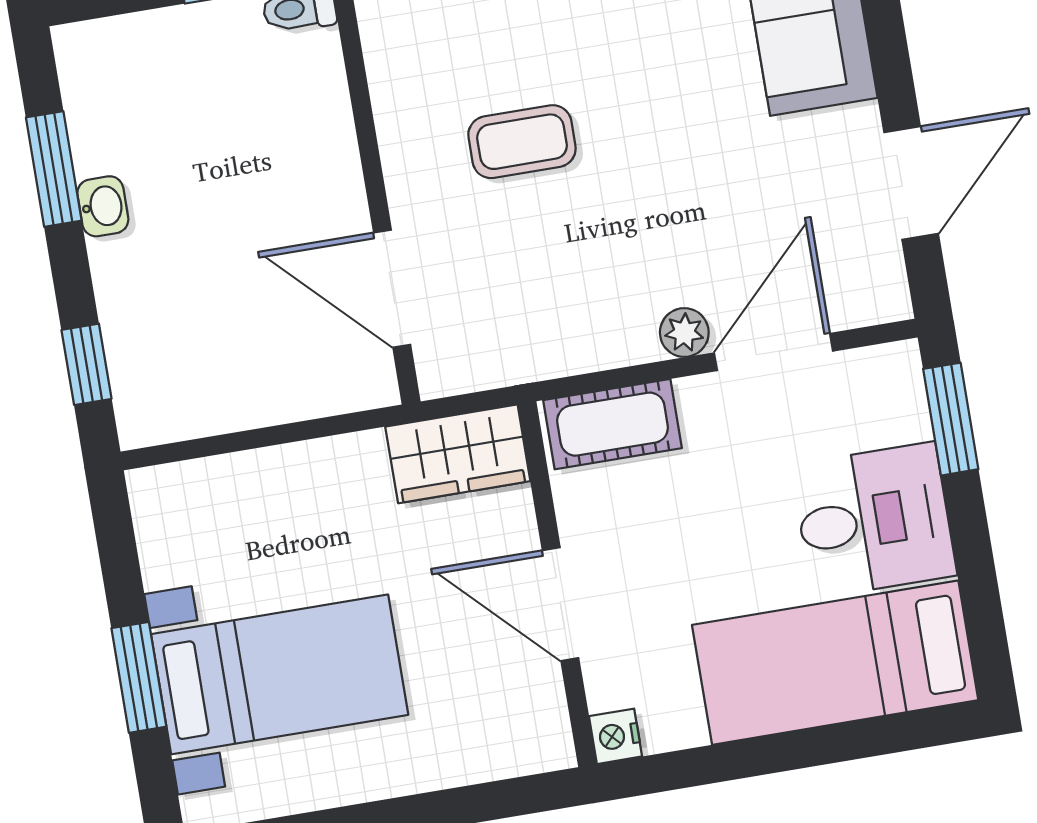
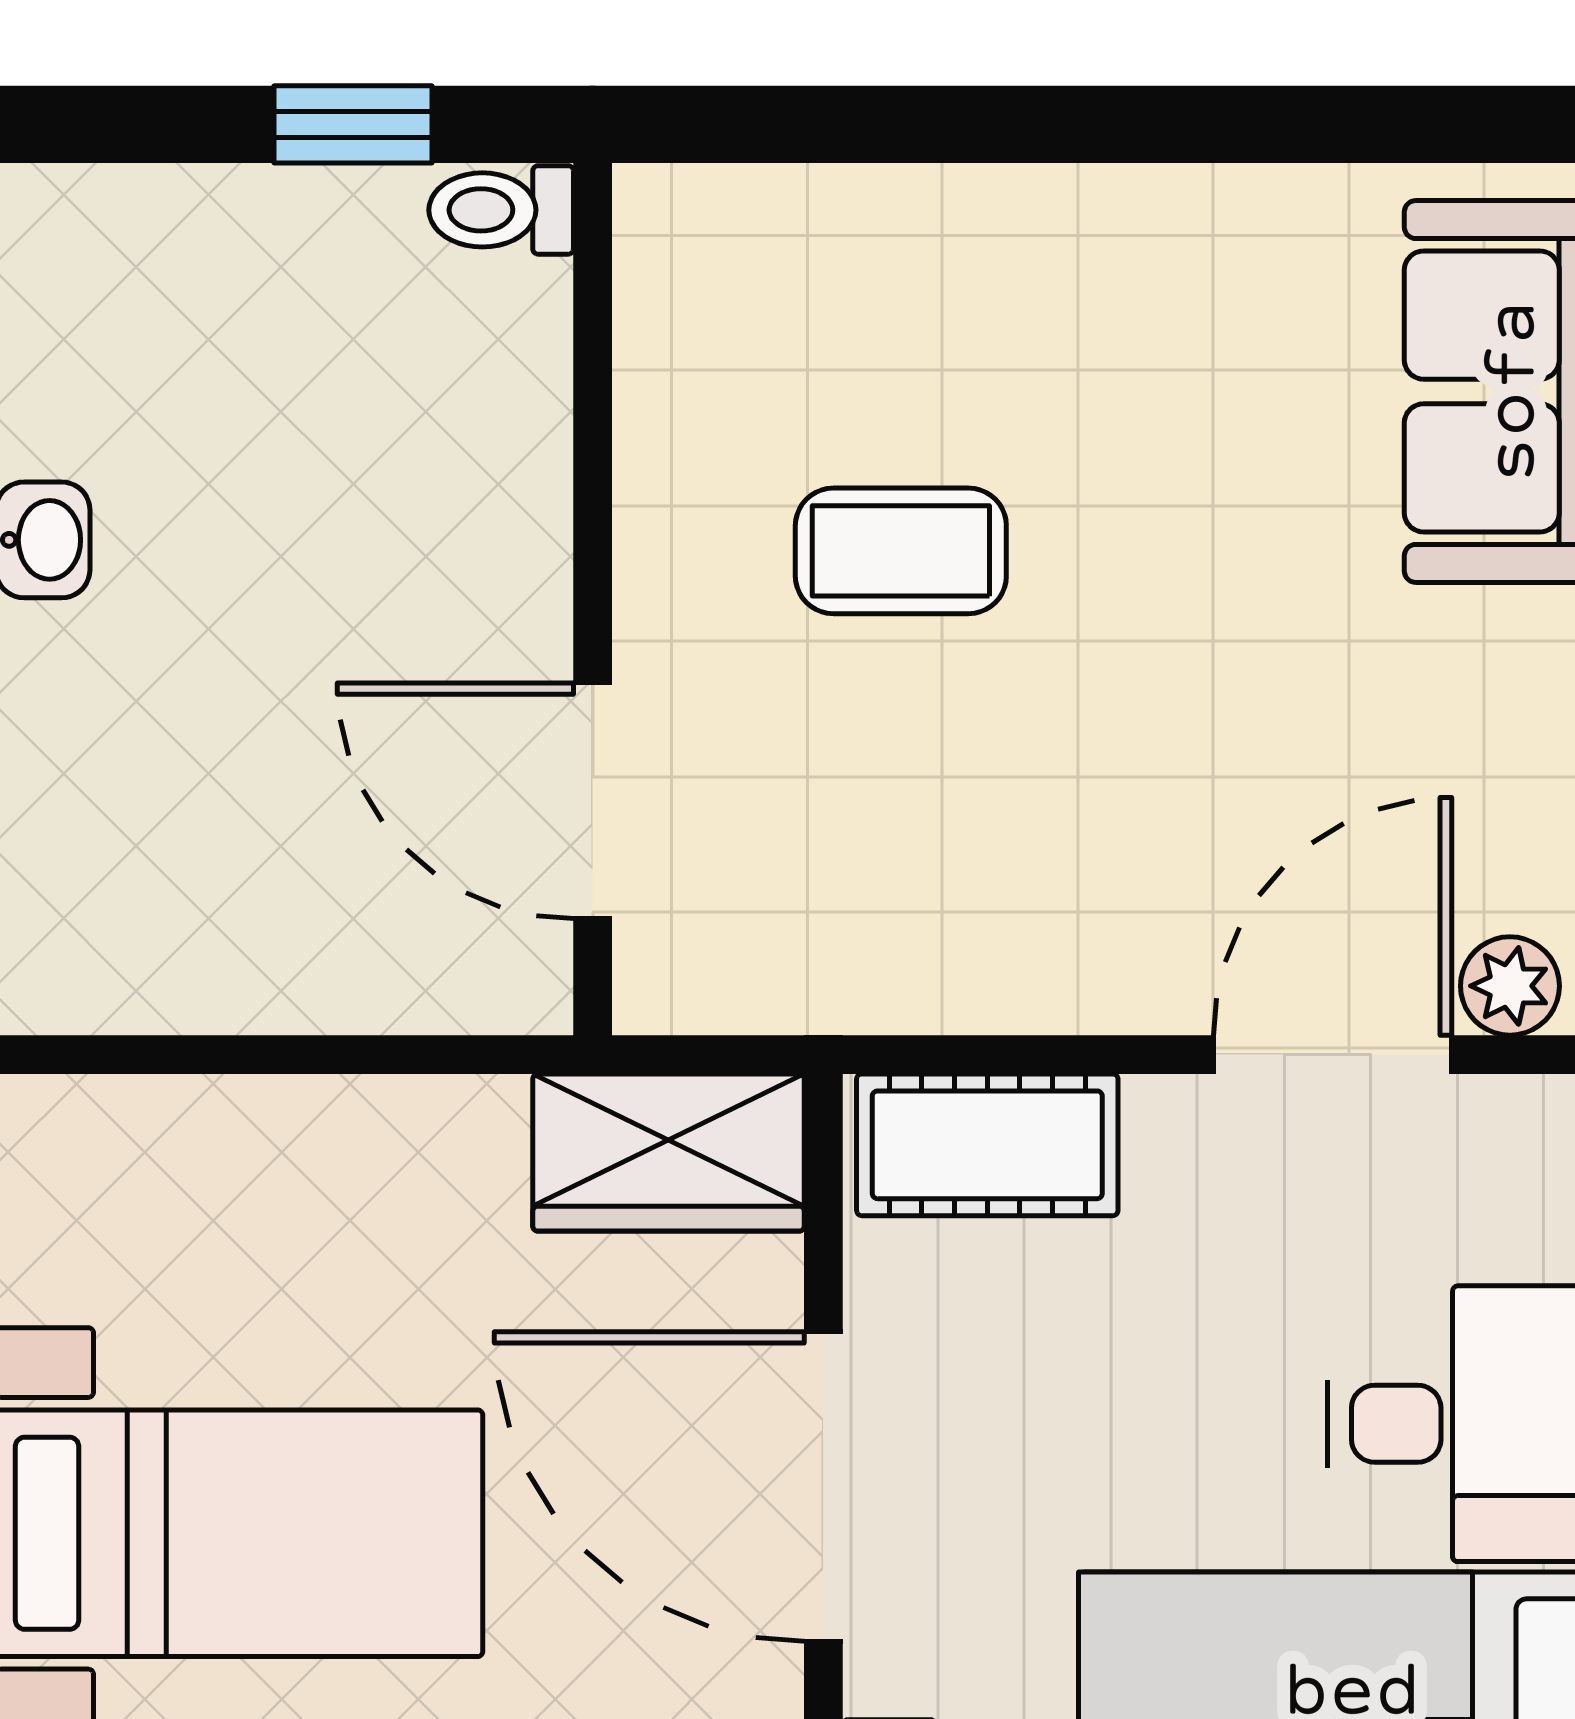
plant: (684, 333) -> (1510, 986), moved
door: (561, 604) -> (823, 1487), width x1.36

